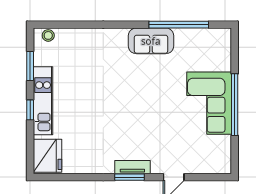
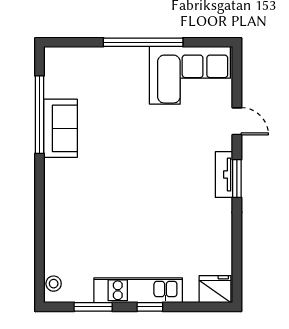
sofa: (151, 41) -> (61, 128), moved
corner sofa: (209, 103) -> (190, 75), moved
fridge: (47, 156) -> (215, 289), width x0.73, depth x0.75

